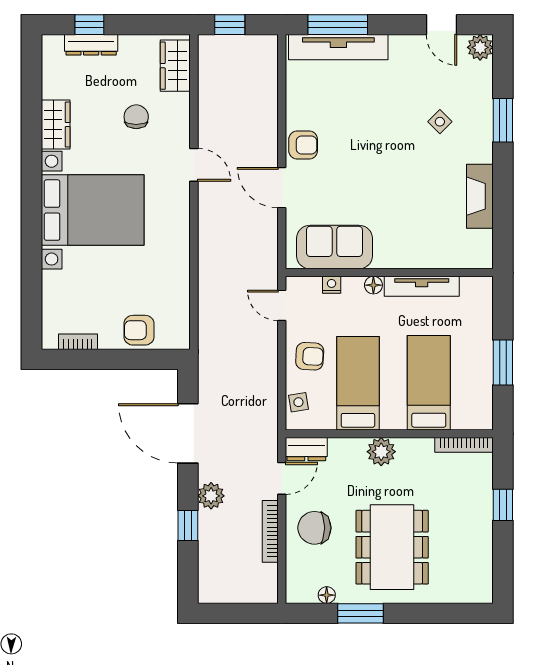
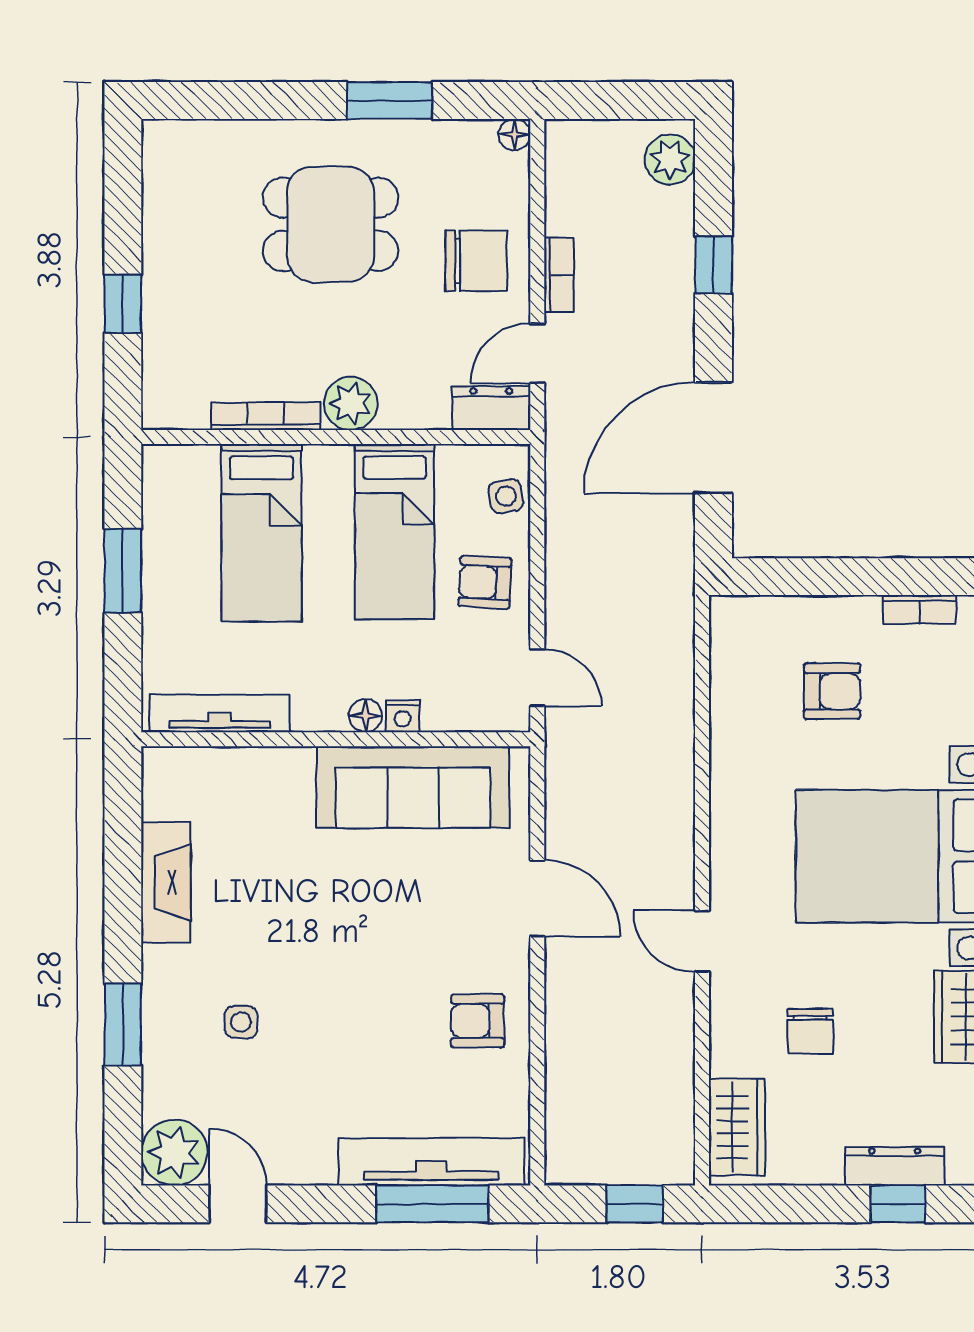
plant: (480, 47) -> (174, 1152), width x1.36, depth x1.36
side table: (440, 122) -> (241, 1022), turned 45
armchair: (303, 145) -> (478, 1021), moved
sofa: (334, 247) -> (413, 787), width x1.36
nightstand: (332, 285) -> (403, 716), moved
tv unit: (422, 286) -> (220, 713), moved
armchair: (139, 330) -> (832, 691), moved
door: (188, 433) -> (713, 438), swing flipped
bookcase: (464, 445) -> (266, 416), moved
plant: (211, 496) -> (670, 160), moved
bookcase: (270, 531) -> (559, 275), width x0.64
dining table: (392, 547) -> (330, 224), width x0.73
floor lamp: (327, 595) -> (514, 135), moved

